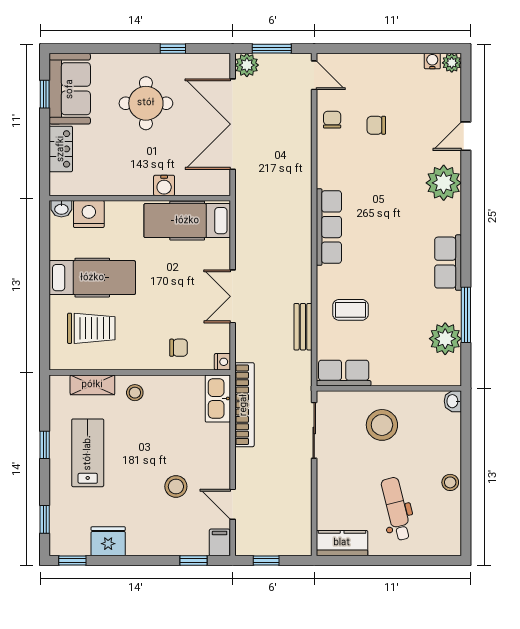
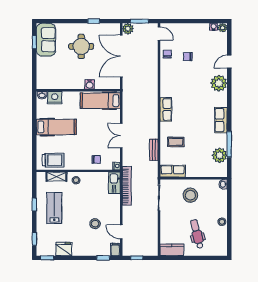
locker: (61, 149) -> (42, 68), removed
row of seats: (329, 227) -> (166, 109), width x0.68
trolley: (91, 328) -> (53, 160), moved

